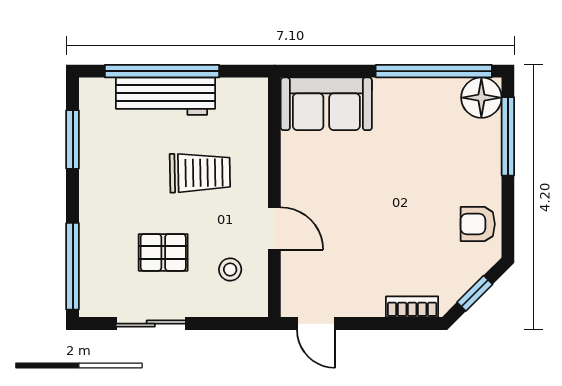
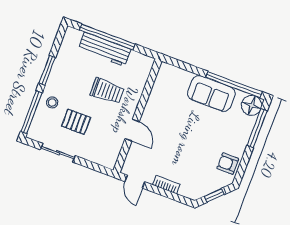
sofa: (326, 104) -> (211, 94), moved
window: (73, 139) -> (47, 70), moved
stool: (230, 269) -> (52, 102), moved
bookcase: (412, 307) -> (166, 185), moved

